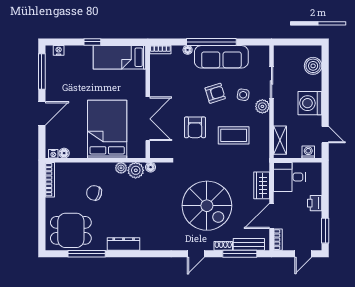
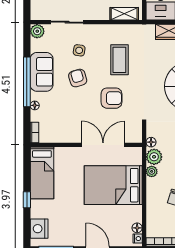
nightstand: (59, 50) -> (39, 229), width x1.89, depth x1.79
sofa: (221, 57) -> (42, 72), width x0.73
plant: (262, 106) -> (37, 31), moved

